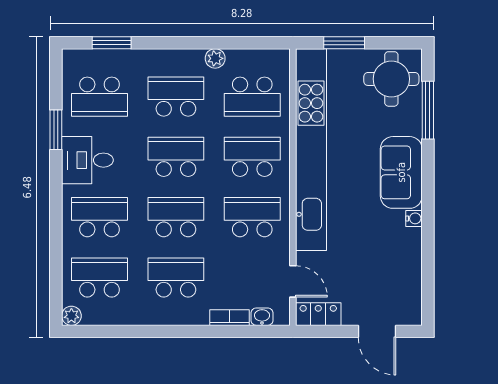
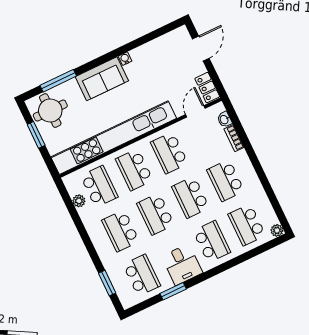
window: (344, 43) -> (36, 135), moved
plant: (215, 58) -> (79, 201), moved
school desk: (100, 217) -> (212, 242), turned 180

